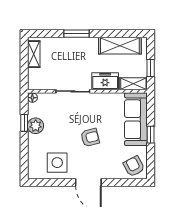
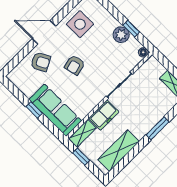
armchair: (134, 166) -> (41, 62), moved

